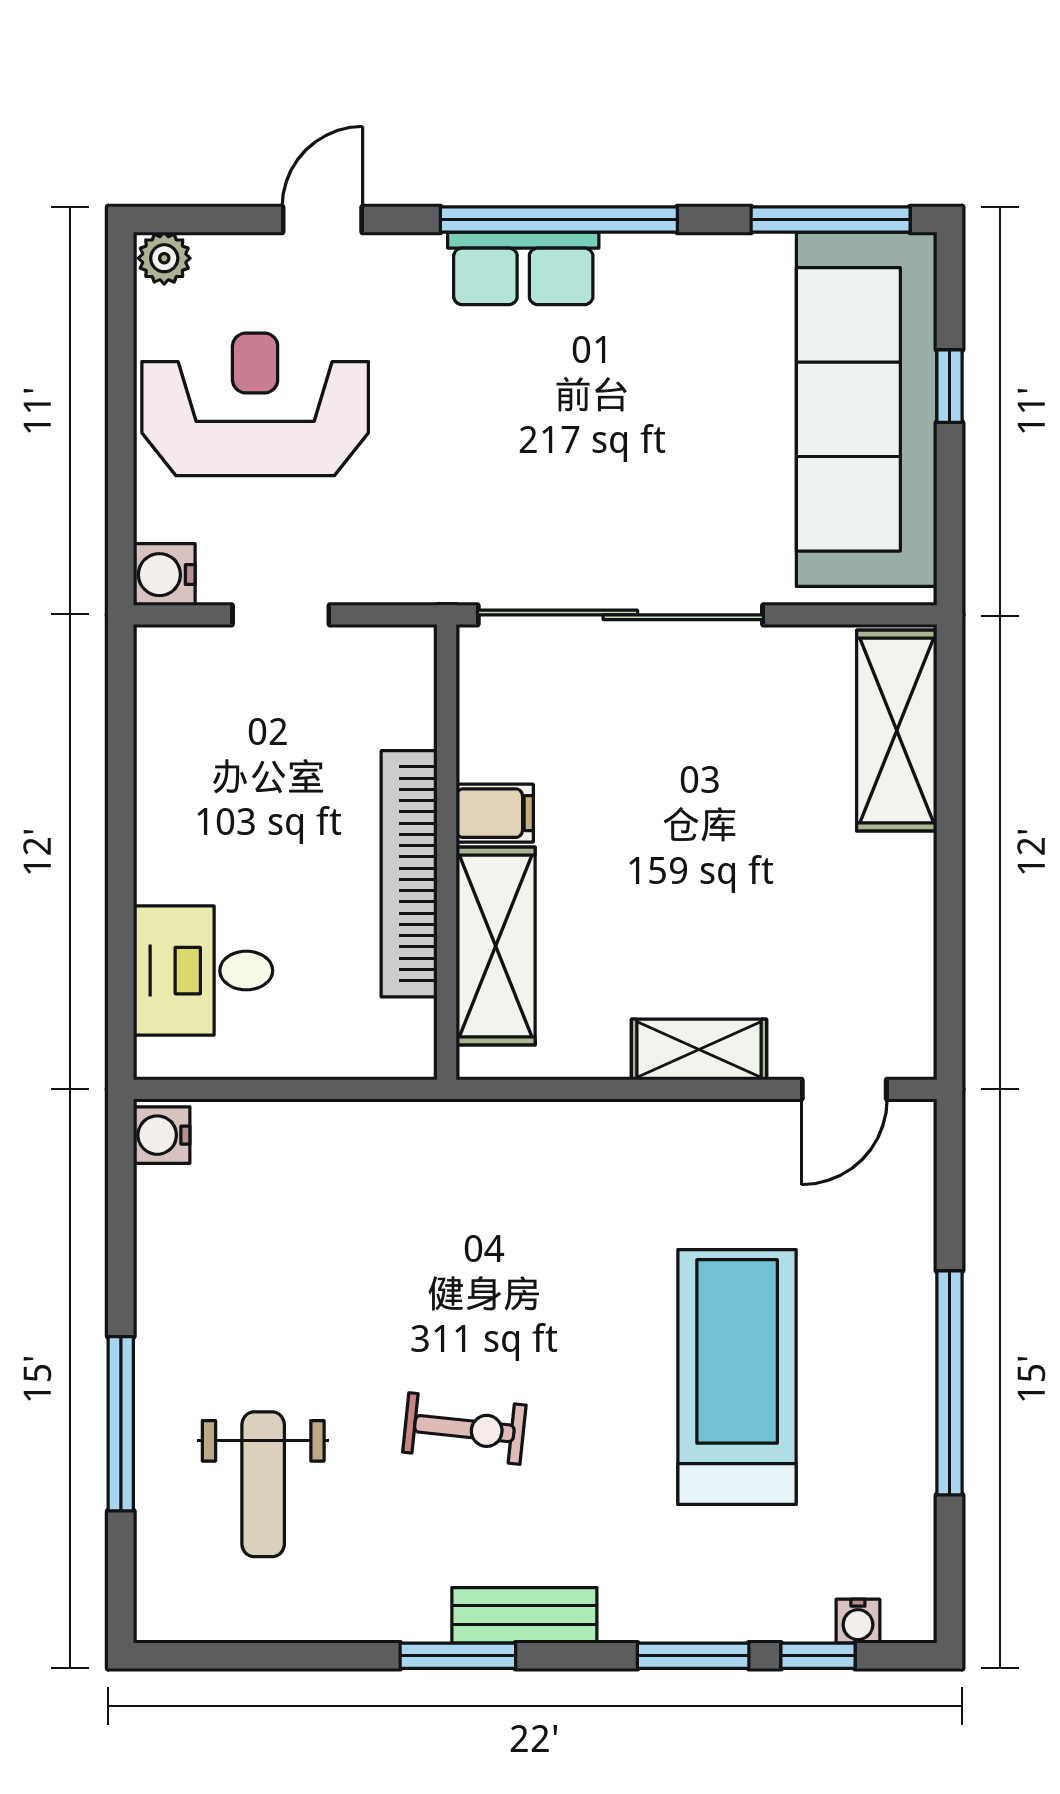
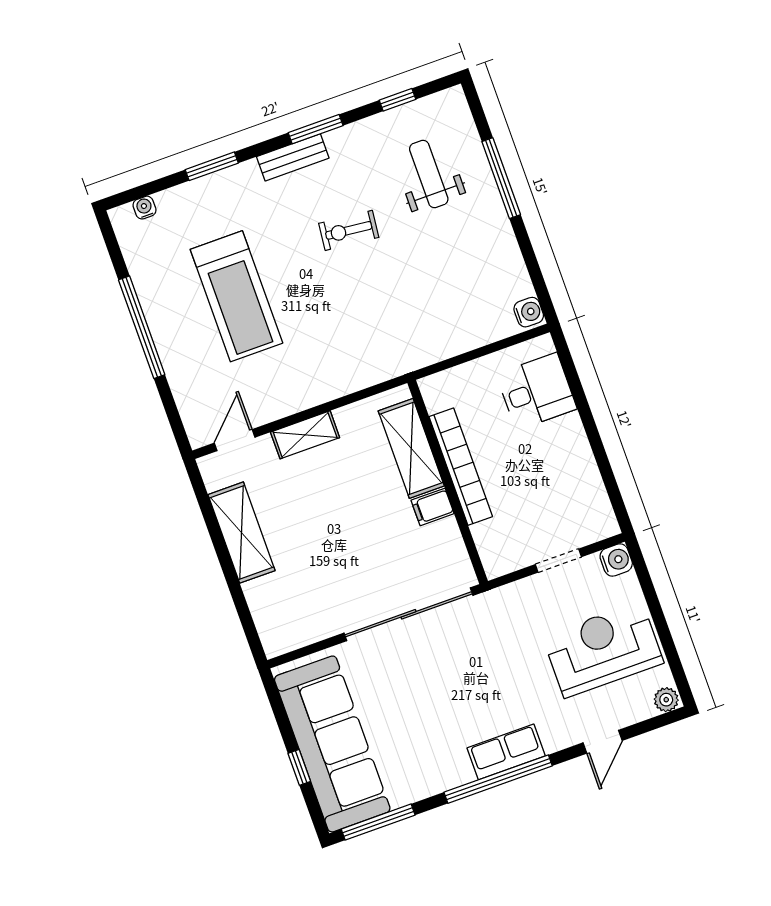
reception desk: (255, 404) -> (603, 649), turned 180
shelving: (897, 731) -> (242, 533), moved
window: (818, 1656) -> (398, 100), moved

